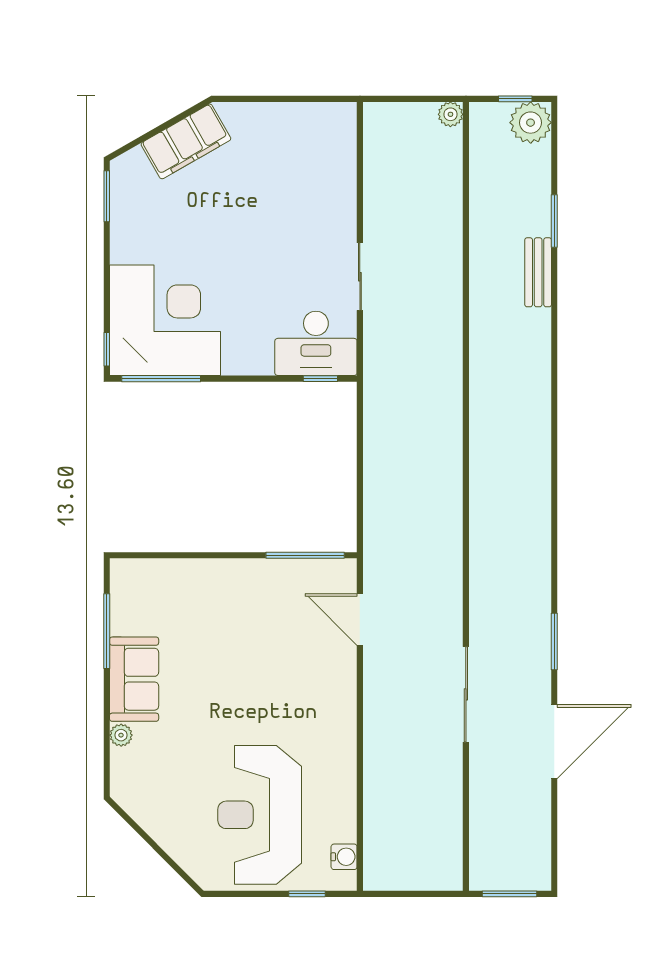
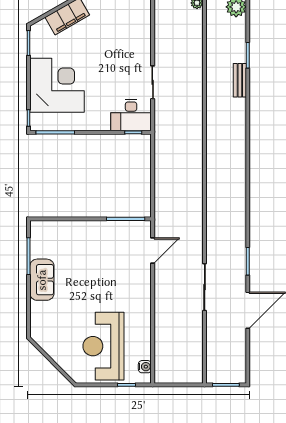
corner desk: (165, 320) -> (57, 85), moved
door: (360, 619) -> (153, 250), swing flipped
plant: (121, 735) -> (35, 307), removed

